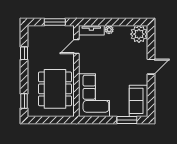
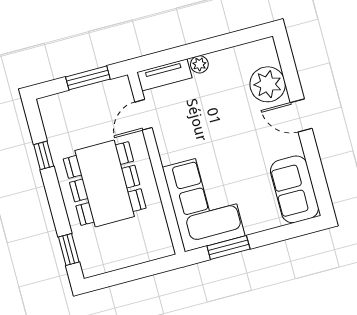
plant: (139, 34) -> (268, 84), moved
door: (151, 67) -> (301, 115), swing flipped
dining table: (55, 89) -> (105, 183), moved
window: (127, 120) -> (228, 247), moved

